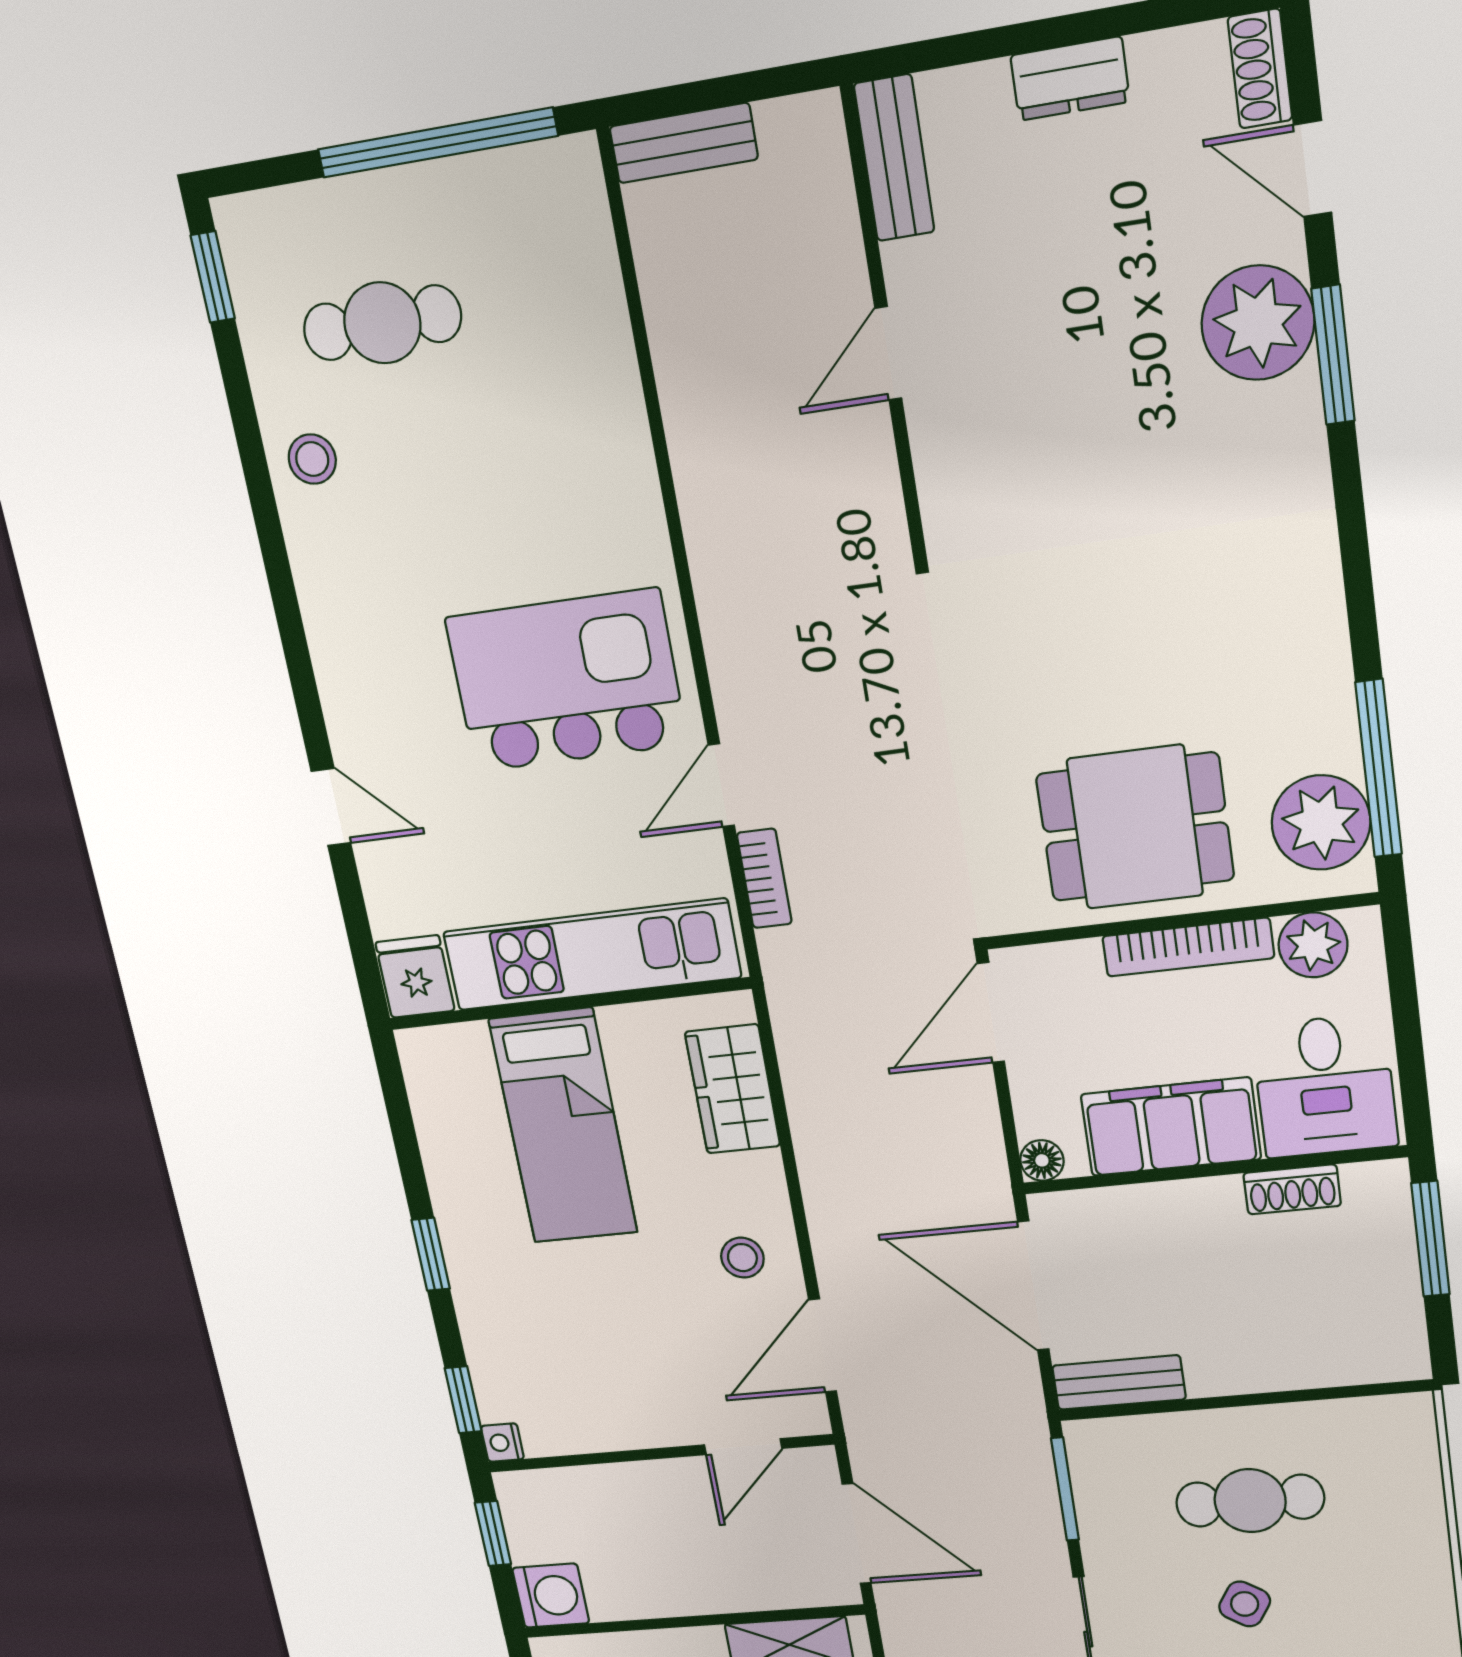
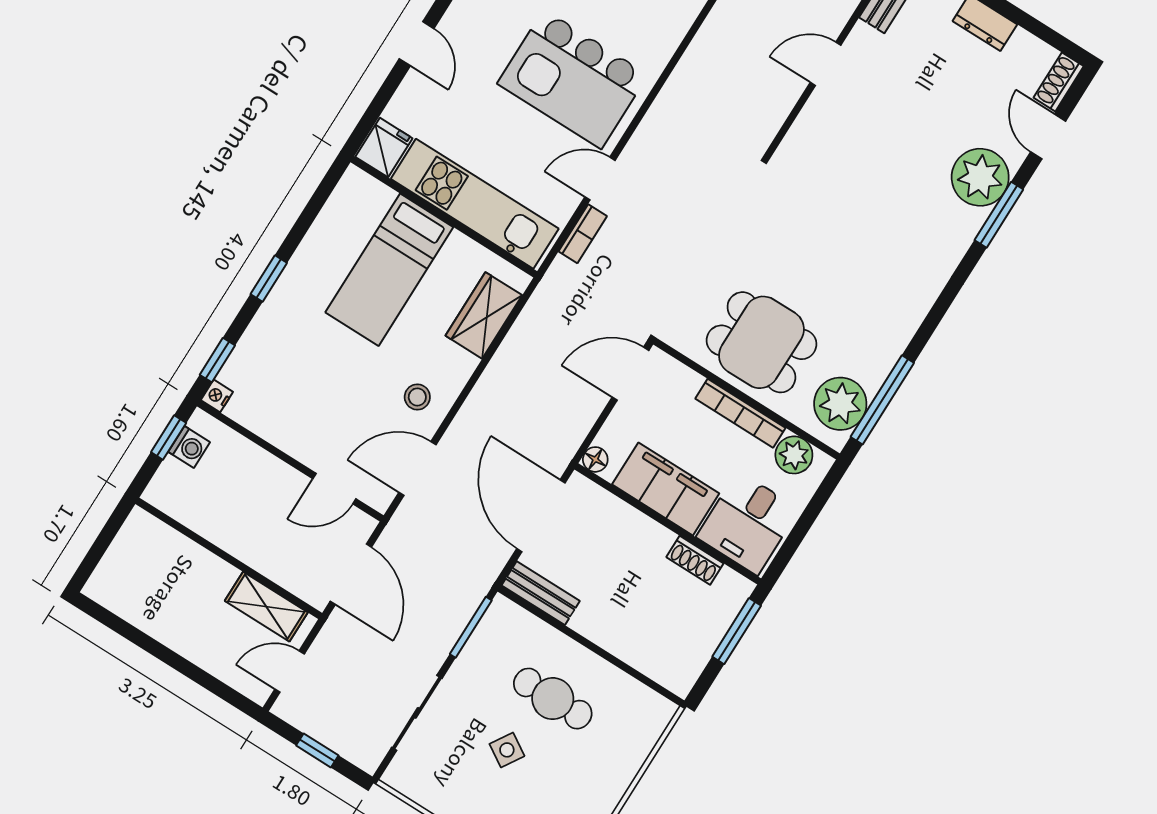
kitchen island: (566, 681) -> (573, 79), turned 180
washing machine: (551, 1596) -> (189, 447), moved, width x0.73, depth x0.73

